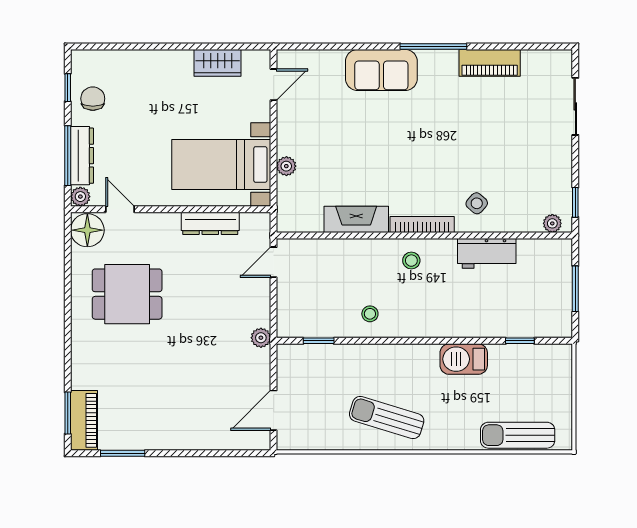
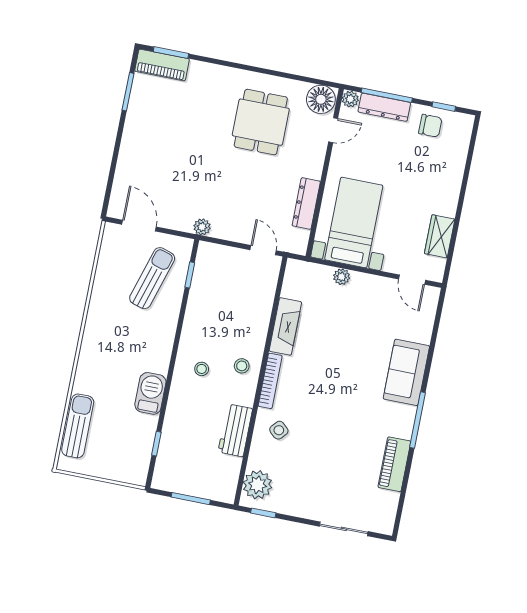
plant: (552, 223) -> (258, 485), width x1.88, depth x1.88
stool: (370, 314) -> (202, 369), moved
sun lounger: (387, 418) -> (152, 278), moved

